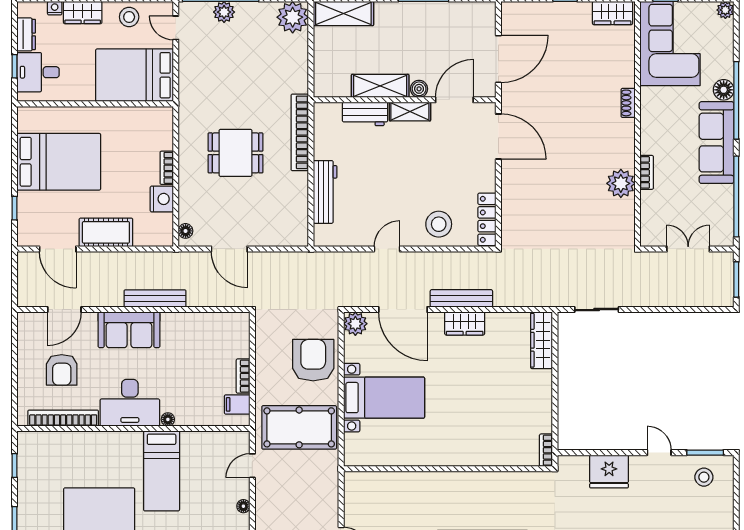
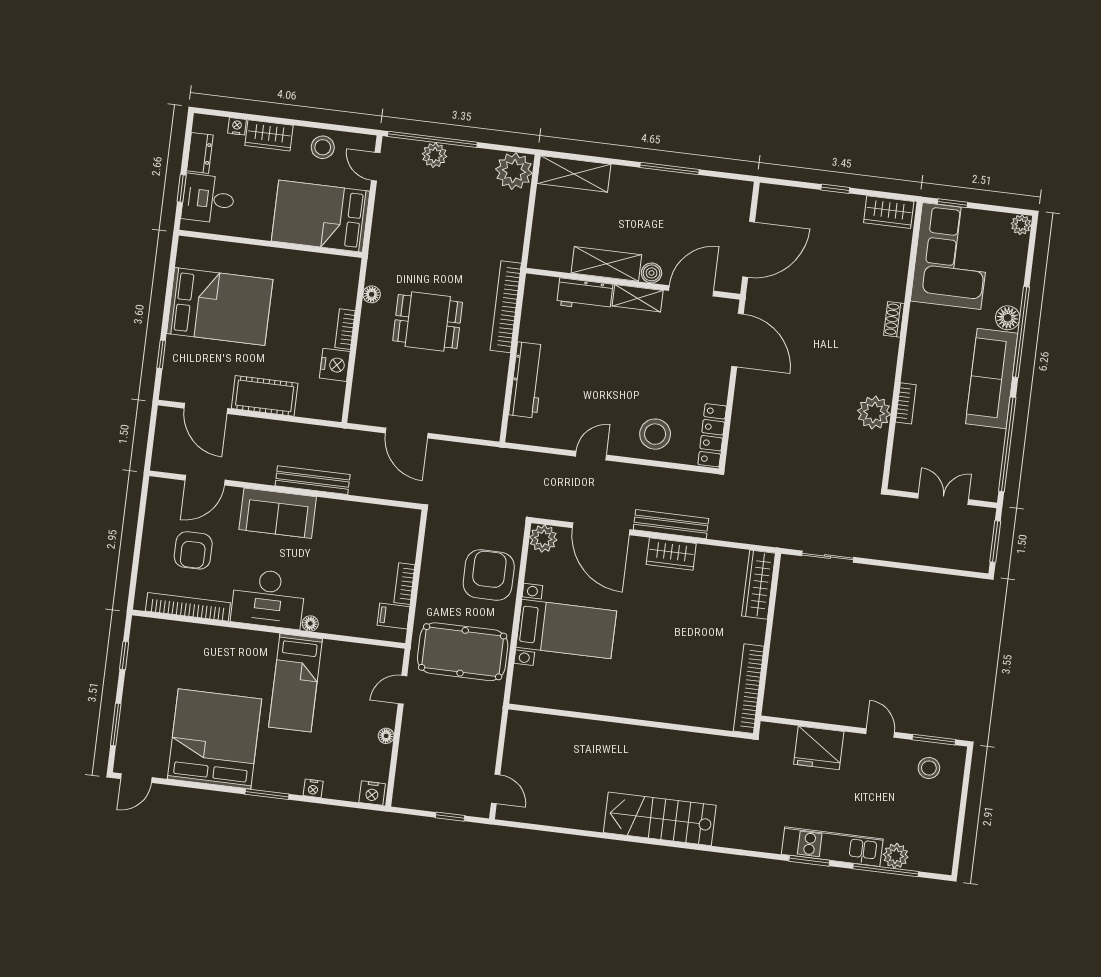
floor lamp: (186, 231) -> (372, 294), moved
bookcase: (546, 450) -> (749, 689), width x2.31, depth x1.31

